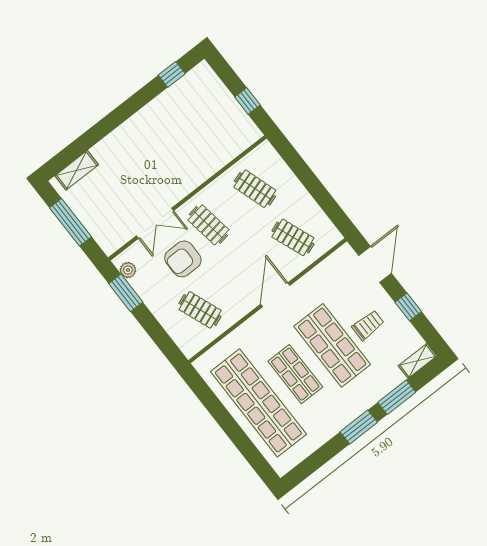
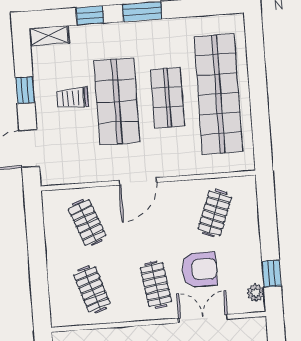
window: (126, 293) -> (272, 273), width x0.67
clothes rail: (200, 310) -> (215, 213), turned 42
window: (397, 397) -> (90, 15), width x0.67

